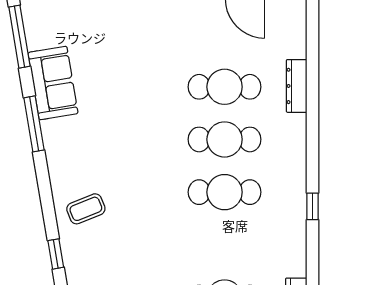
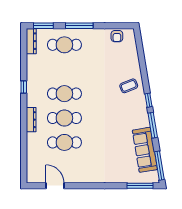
sofa: (53, 83) -> (145, 150), width x1.36
dresser: (297, 86) -> (31, 120), moved
window: (56, 254) -> (149, 100), moved

